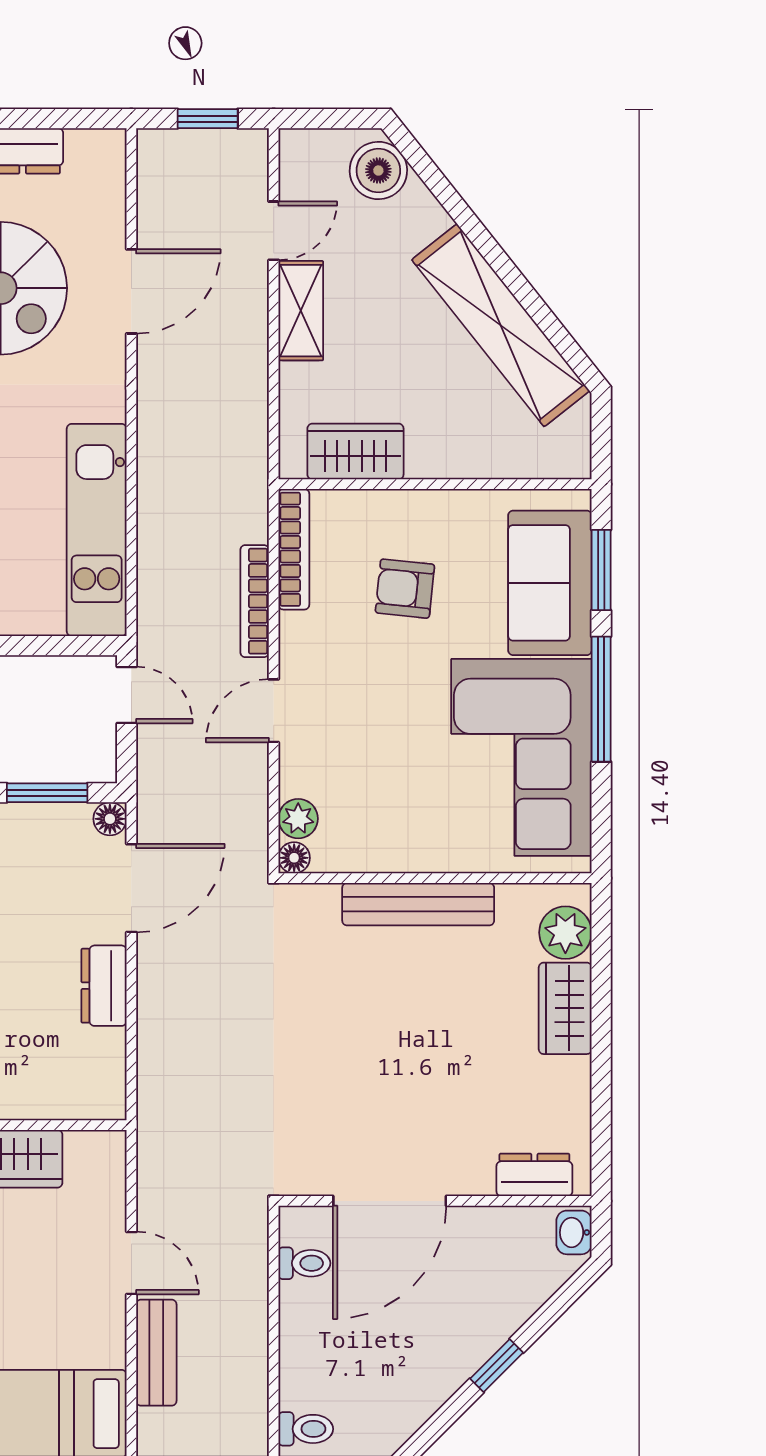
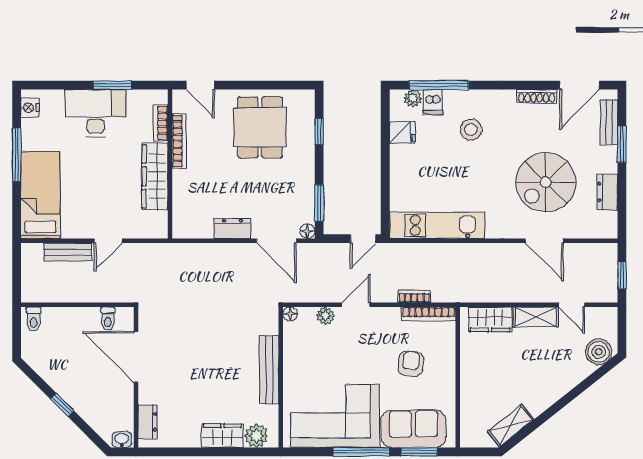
shelving: (501, 325) -> (511, 425), width x0.45, depth x0.75
wardrobe: (355, 452) -> (490, 319), moved, turned 90
bookcase: (255, 601) -> (414, 296), width x0.64
door: (274, 711) -> (356, 305), hinge flipped
plant: (298, 819) -> (325, 316), moved

